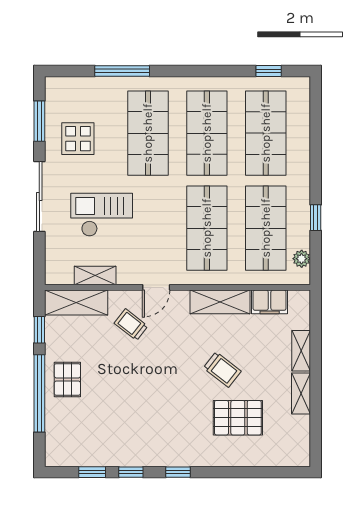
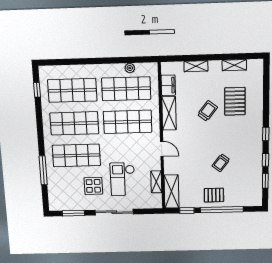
display table: (78, 139) -> (93, 186), moved
window: (316, 218) -> (119, 60), removed
plant: (302, 259) -> (130, 68), moved
trolley: (131, 325) -> (221, 163), moved
shelving: (301, 394) -> (234, 65), moved

